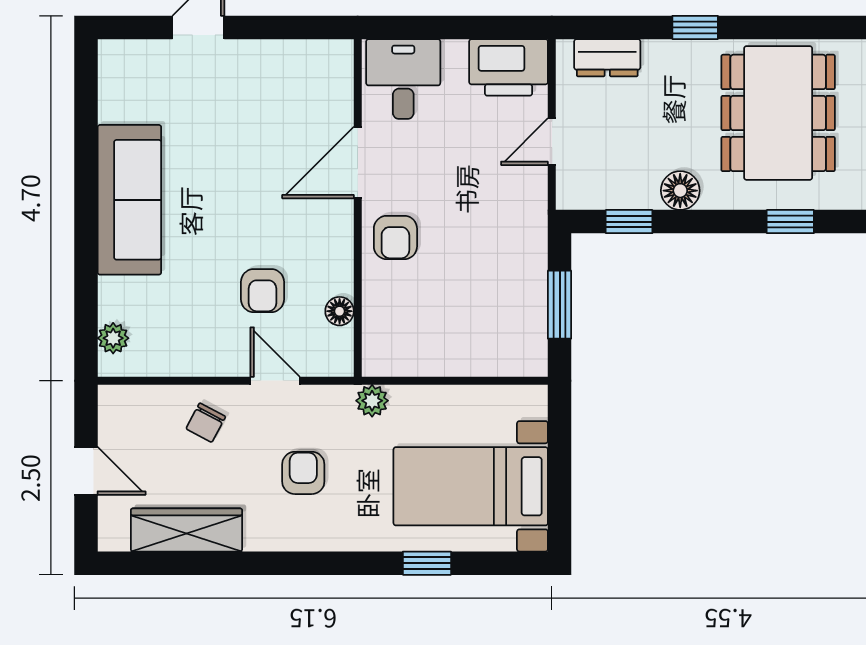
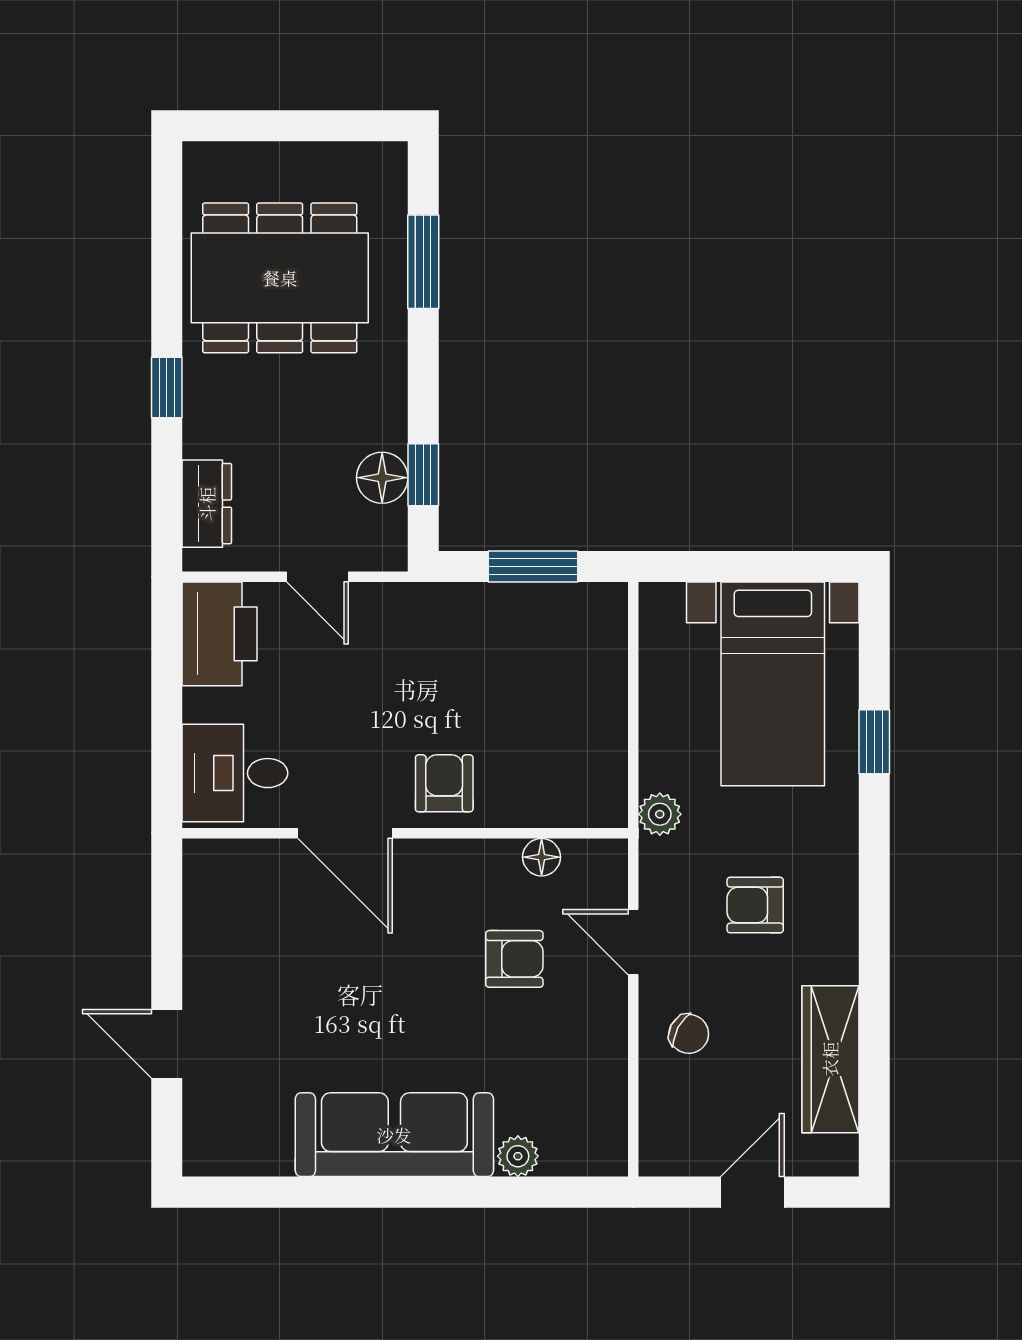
floor lamp: (680, 191) -> (382, 478), moved
window: (790, 222) -> (423, 262), width x1.50
armchair: (395, 237) -> (444, 783), turned -90
plant: (113, 338) -> (518, 1156), moved
door: (275, 381) -> (633, 942), hinge flipped

